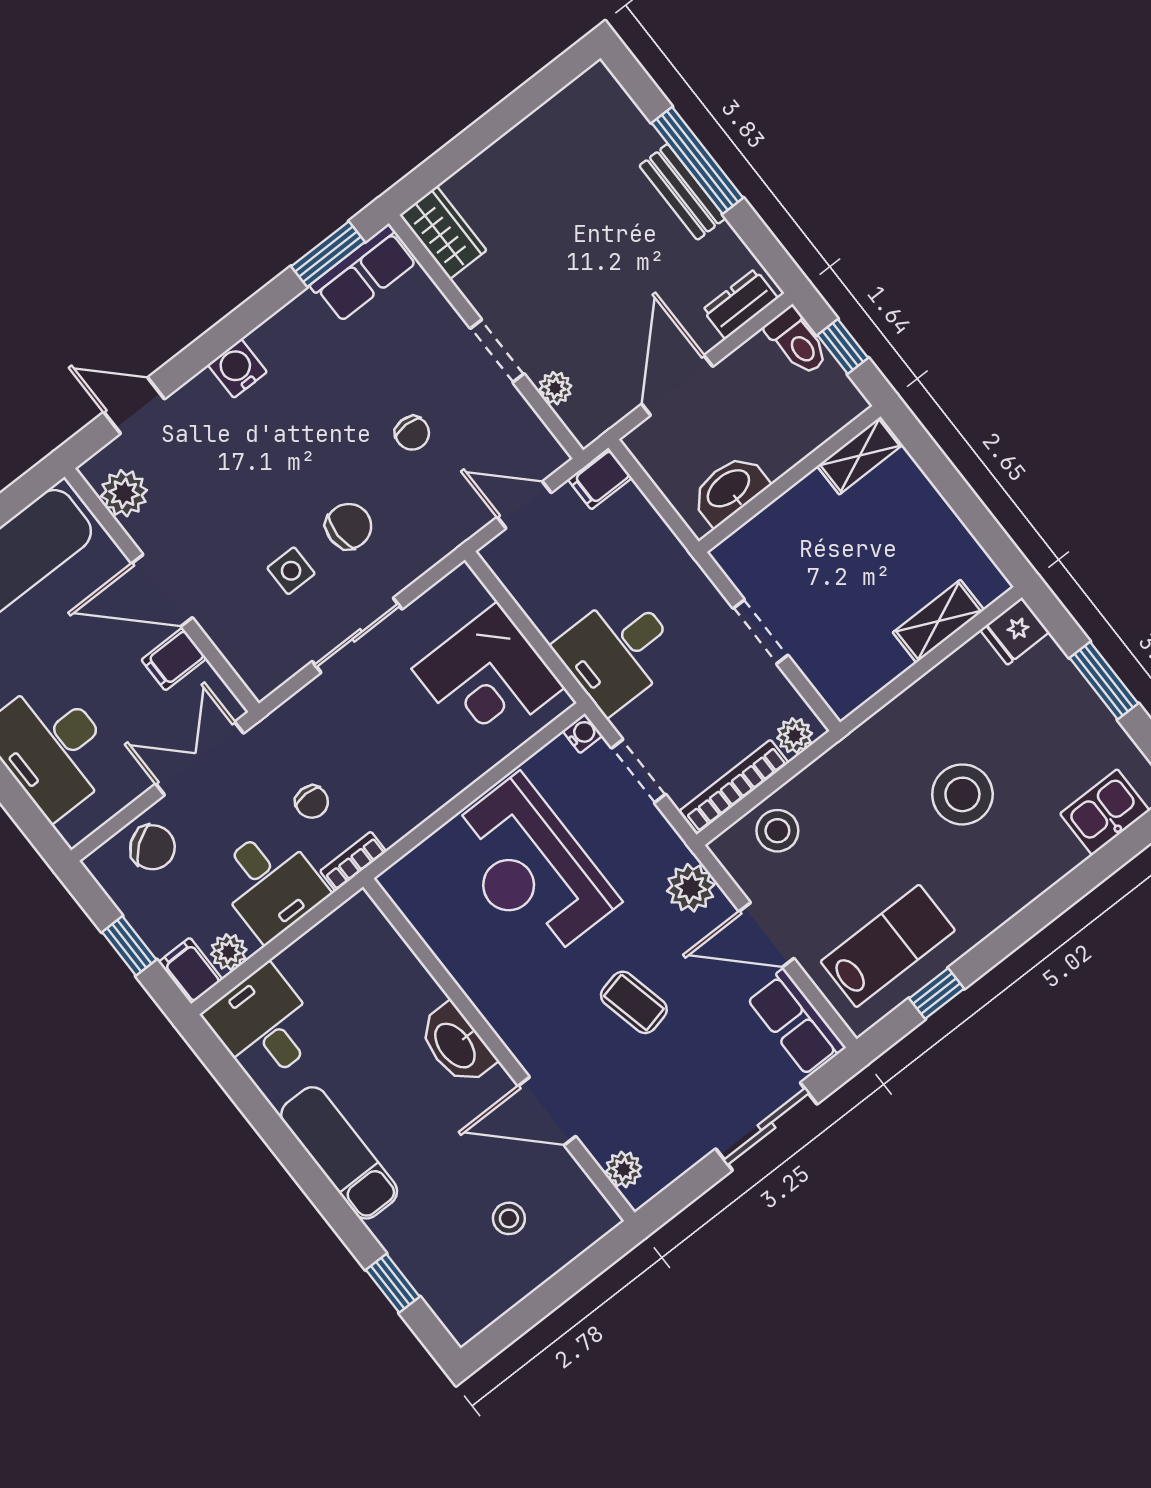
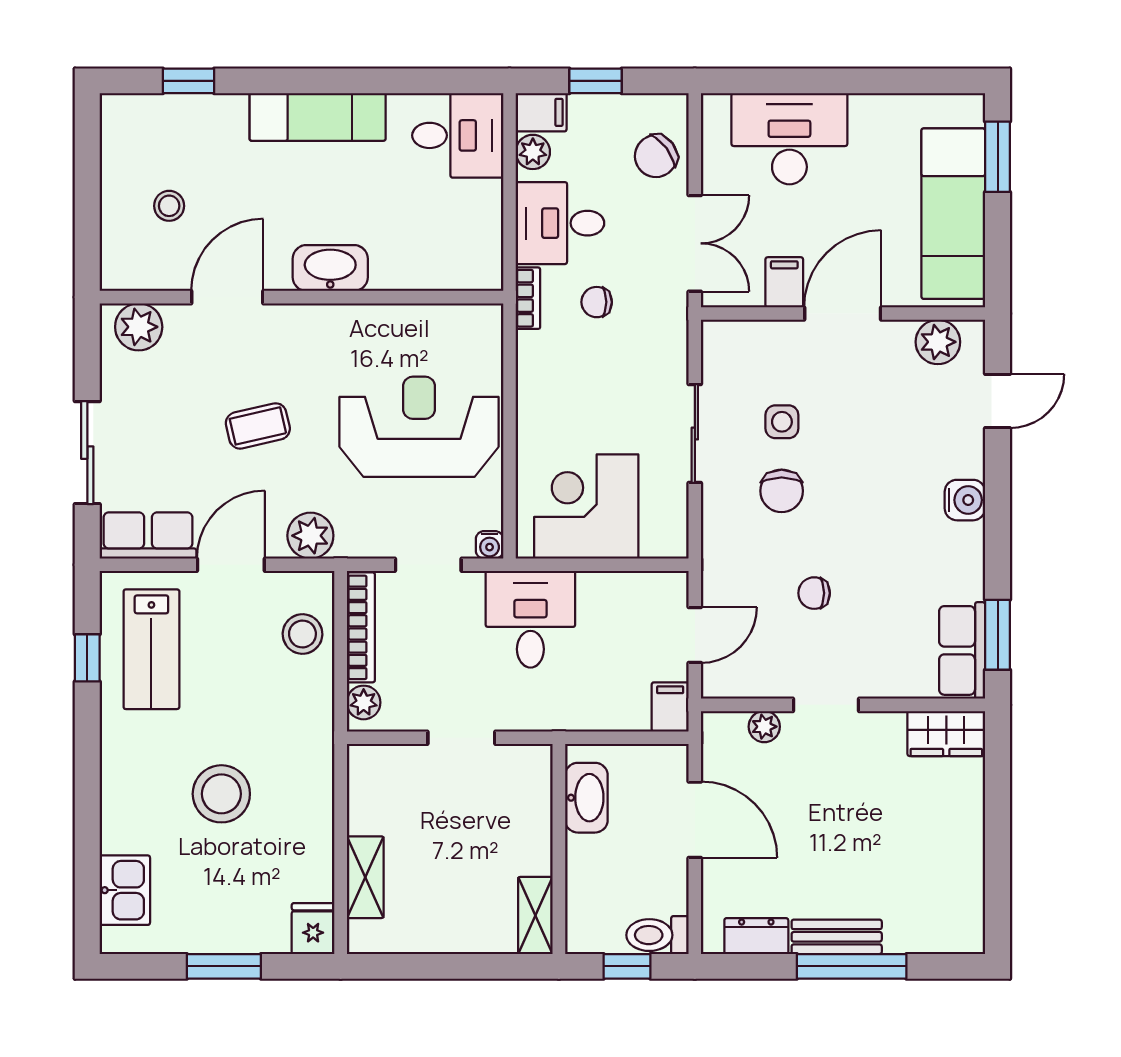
dresser: (740, 304) -> (756, 936), moved, turned -90
plant: (624, 1169) -> (139, 327), width x1.38, depth x1.38

